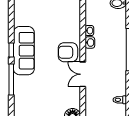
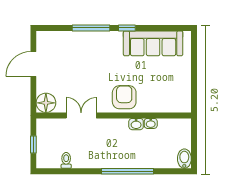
sofa: (24, 51) -> (153, 43), moved
double door: (83, 74) -> (81, 115), moved

